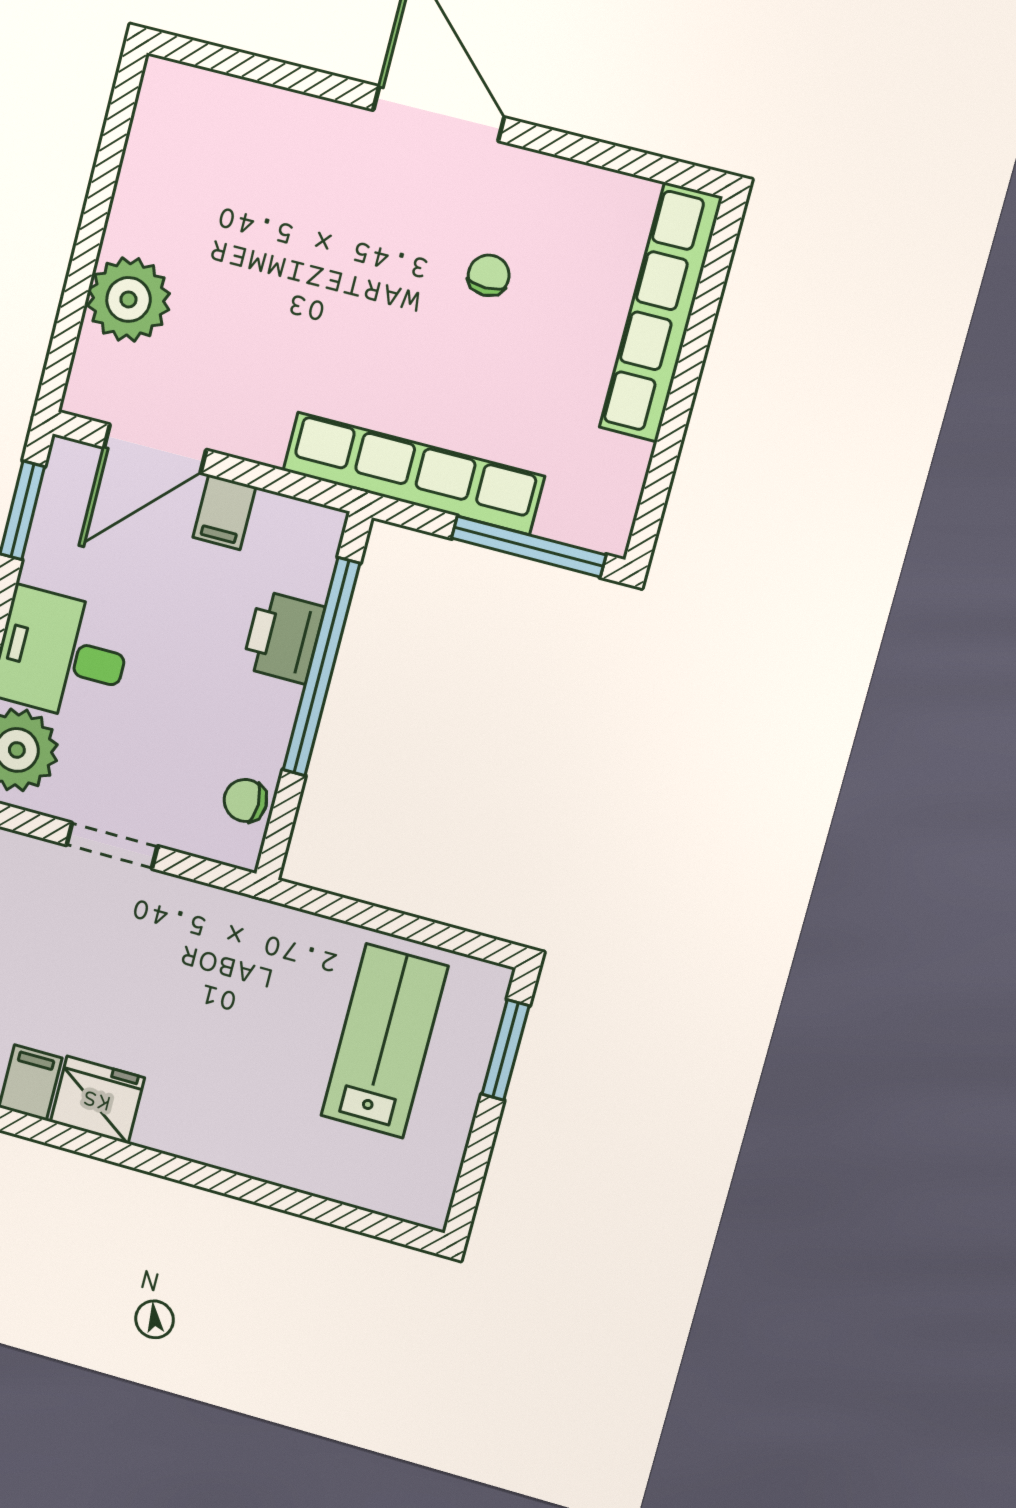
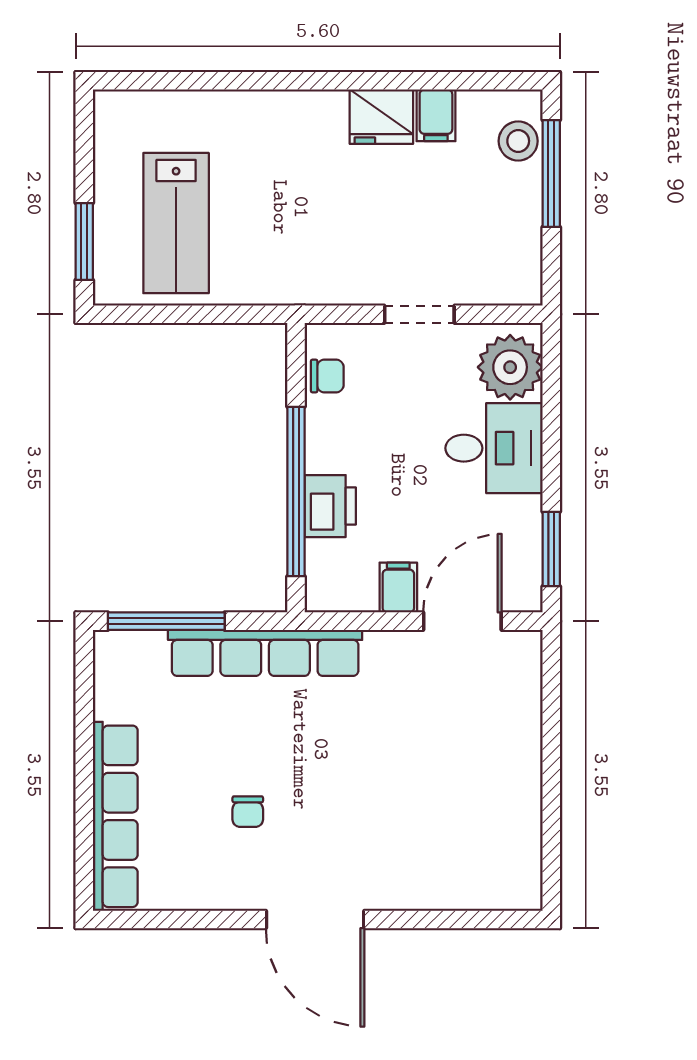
plant: (128, 299) -> (510, 727), removed

